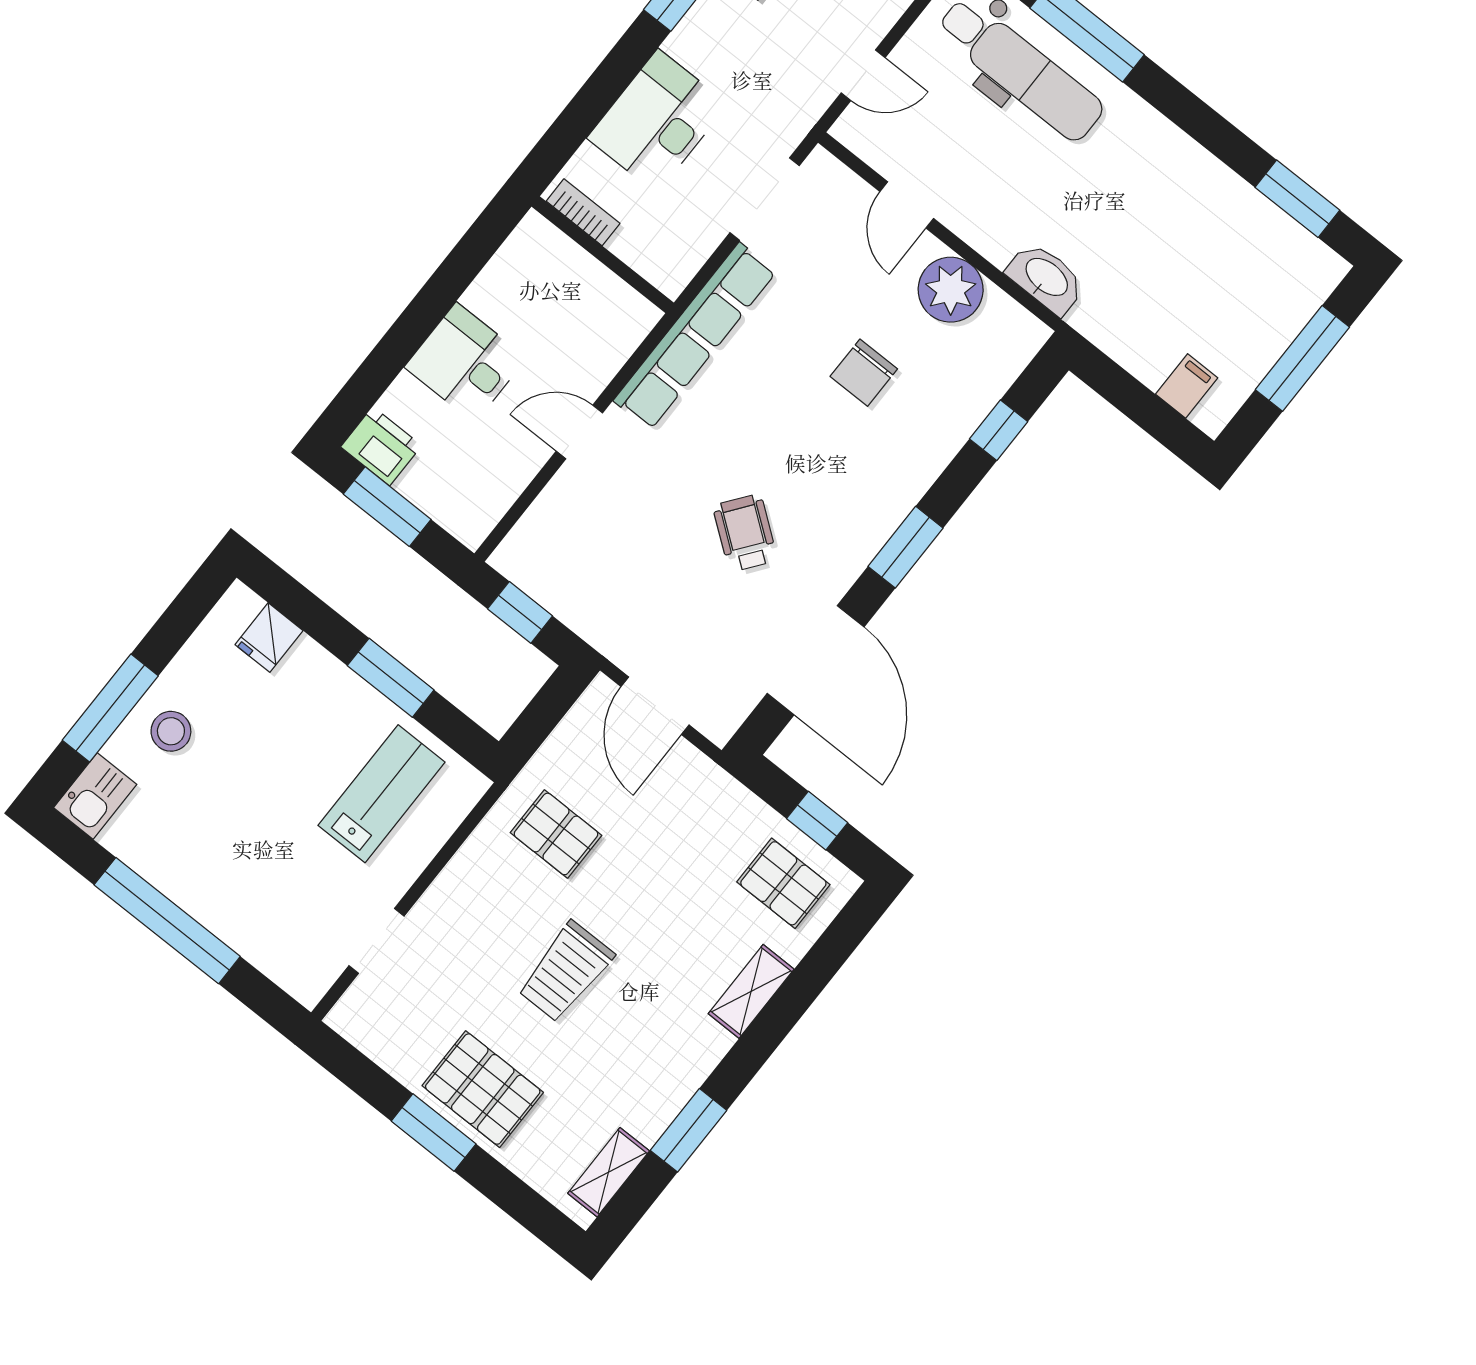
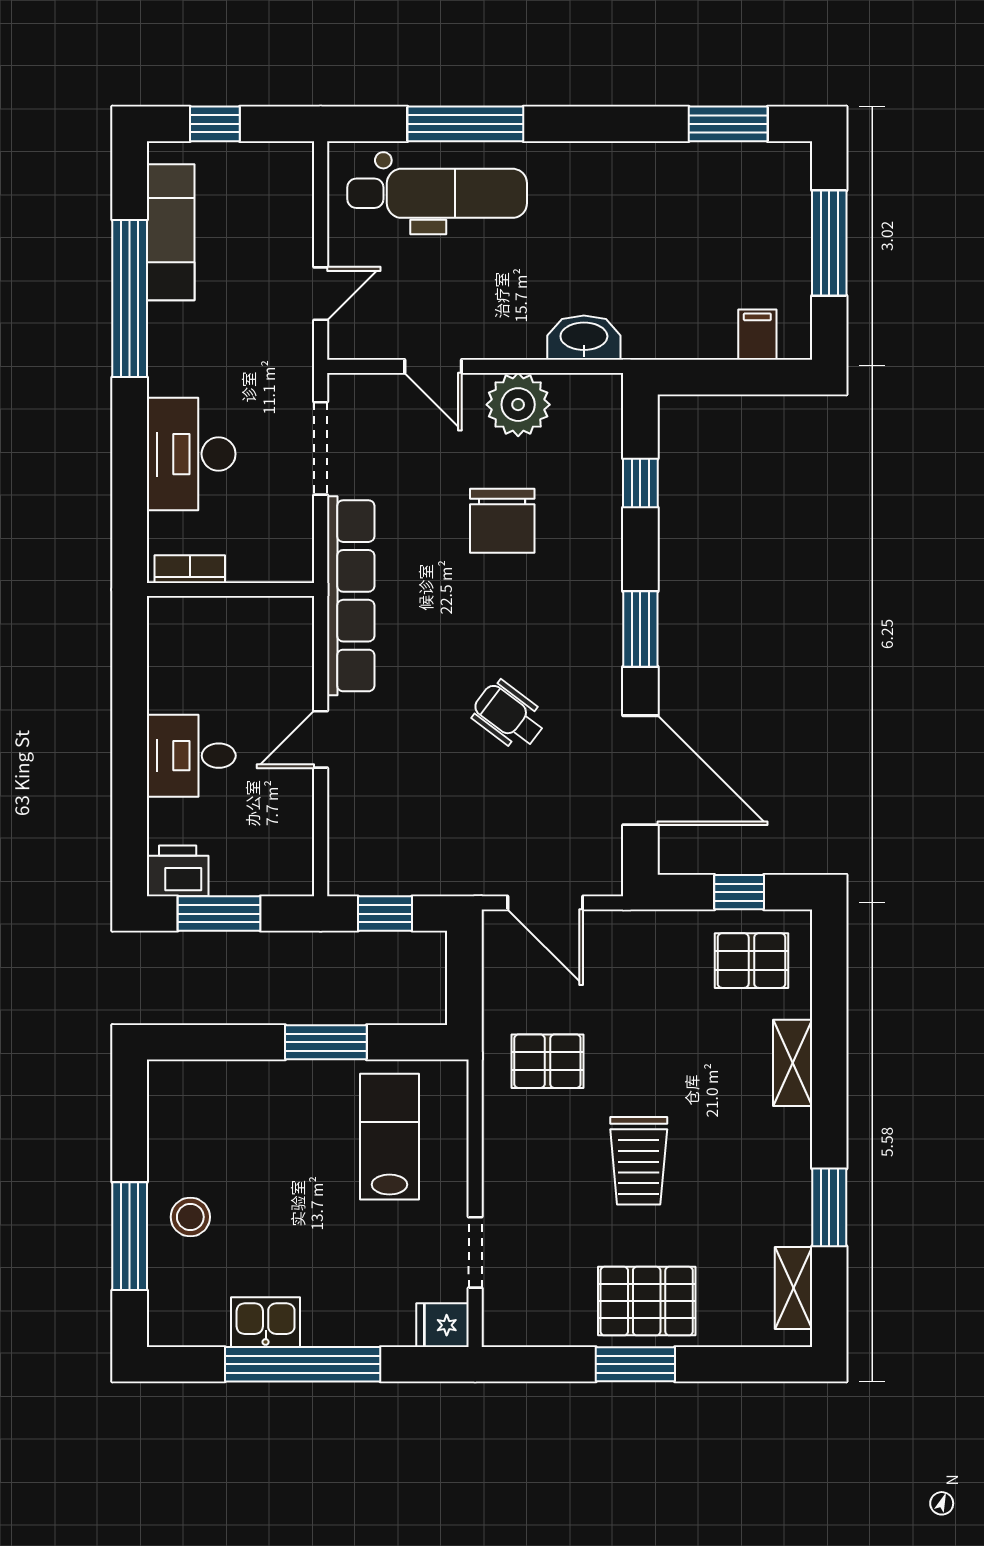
chair: (864, 373) -> (502, 521), width x1.37, depth x1.37
fridge: (269, 638) -> (443, 1325), moved, turned 90
kitchen sink: (95, 796) -> (266, 1322), moved, turned -90

